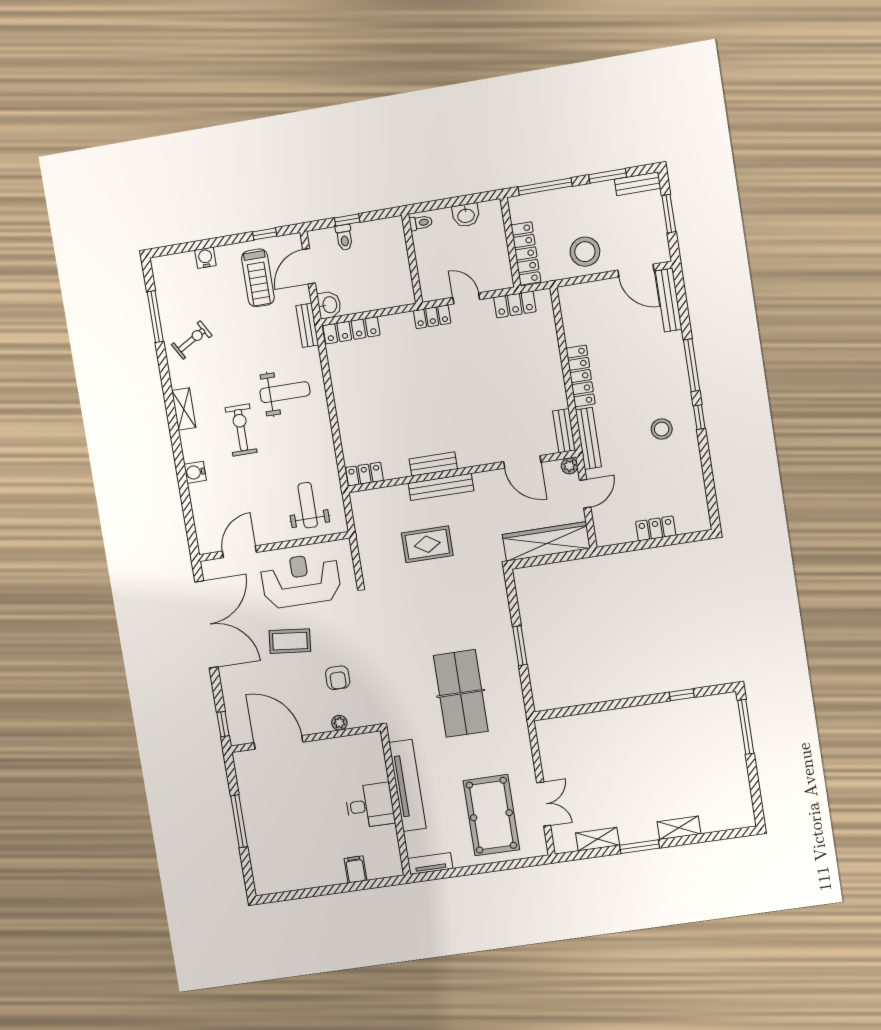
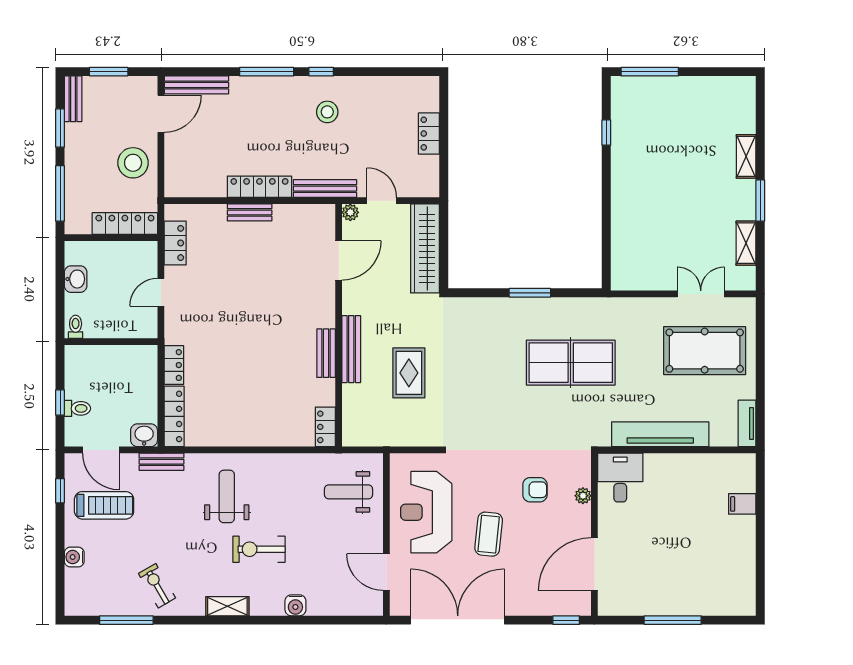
locker: (432, 317) -> (174, 365), moved
bench: (564, 431) -> (250, 212), moved
desk: (370, 806) -> (620, 478), moved

